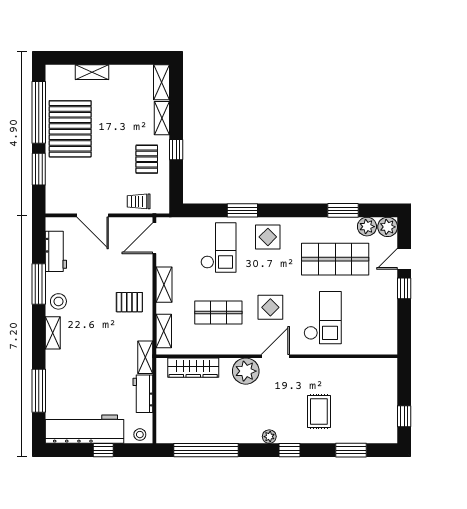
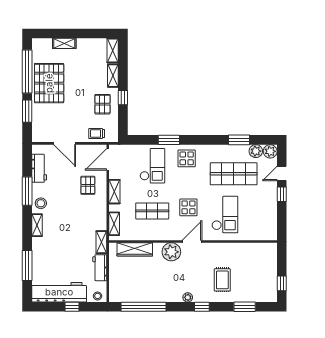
pallet: (129, 302) -> (88, 185), moved, turned 90

